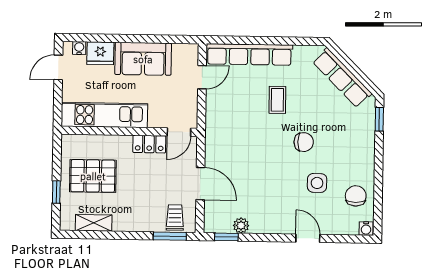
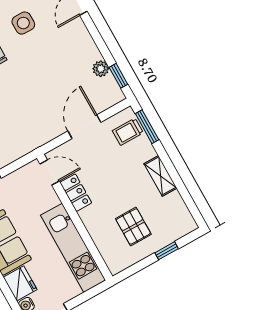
pallet: (93, 176) -> (133, 227), width x0.67, depth x0.71
shelving: (94, 223) -> (160, 176), moved

